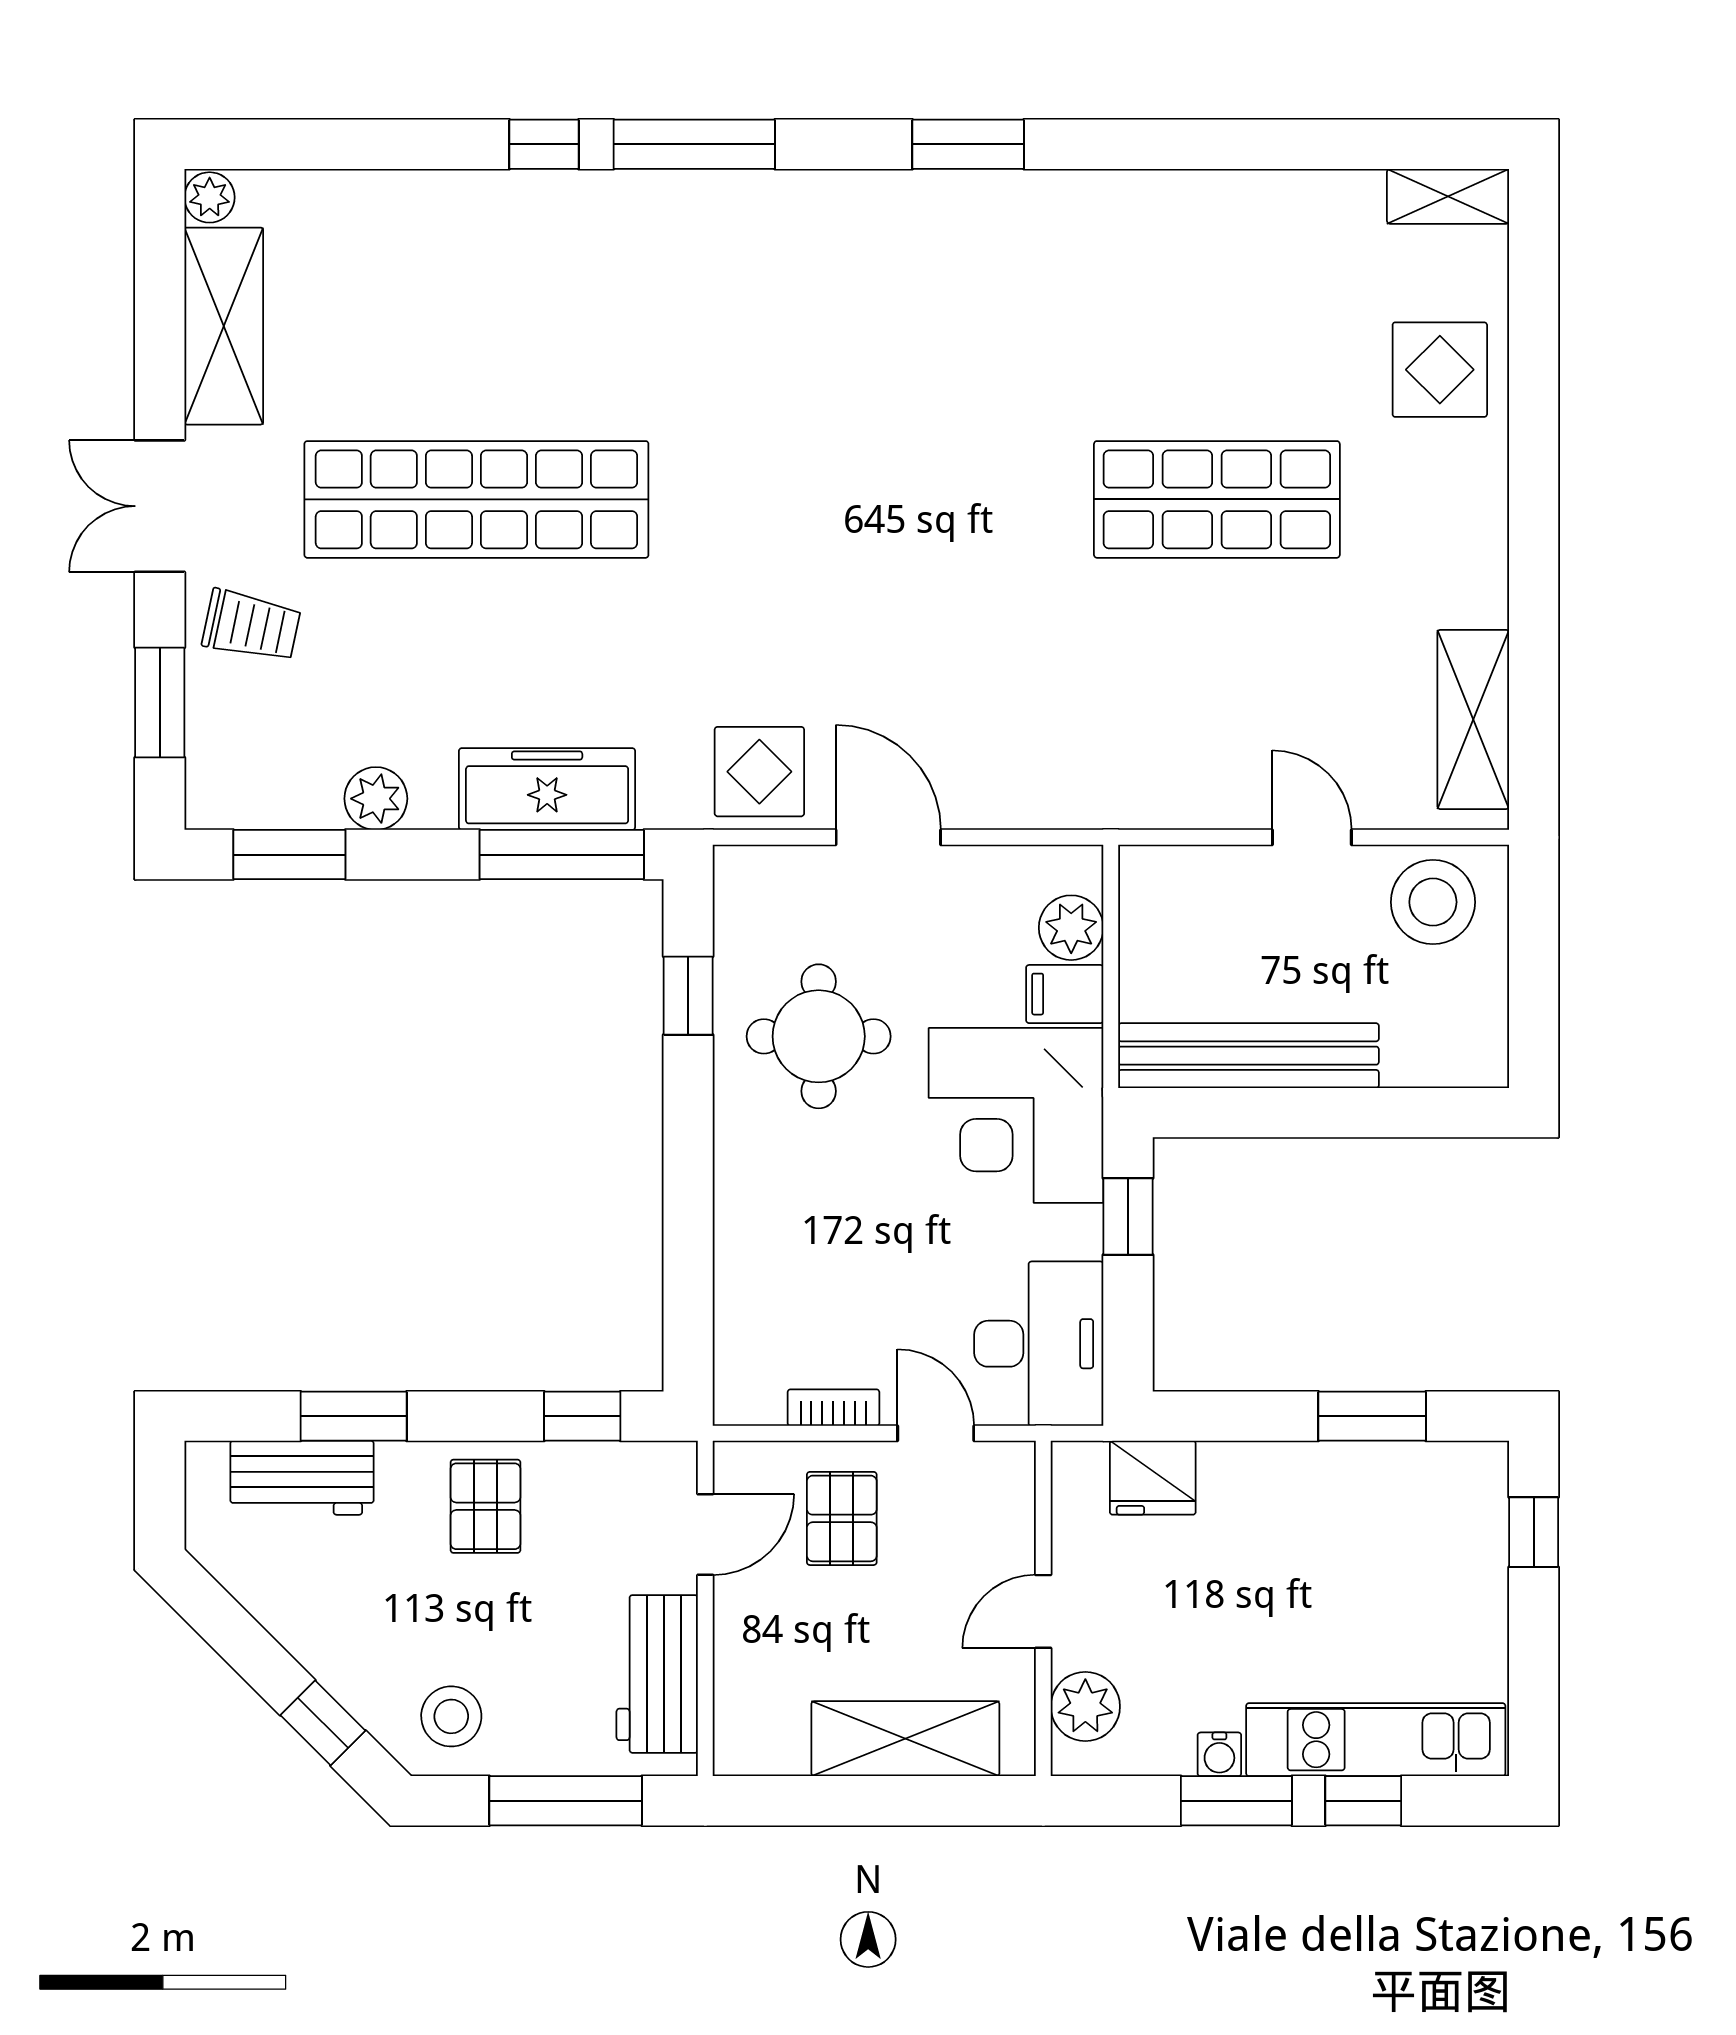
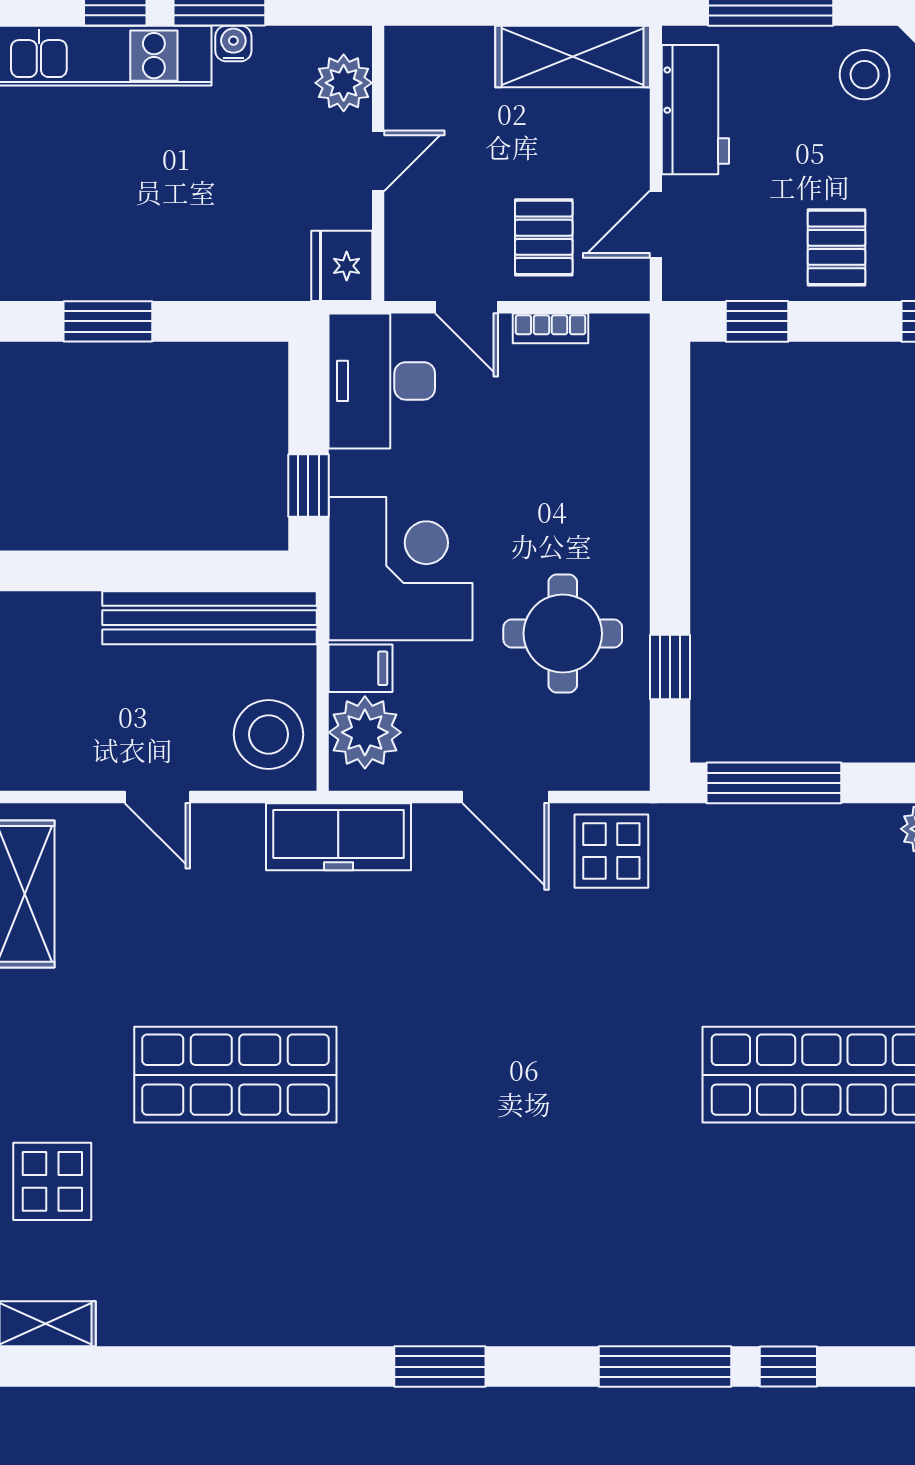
freezer: (547, 789) -> (338, 837), moved
stool: (1433, 902) -> (269, 734), moved
plant: (1071, 928) -> (365, 732), width x1.36, depth x1.36
fridge: (1153, 1478) -> (342, 266), moved, turned -90
shelving: (905, 1739) -> (573, 56), moved

